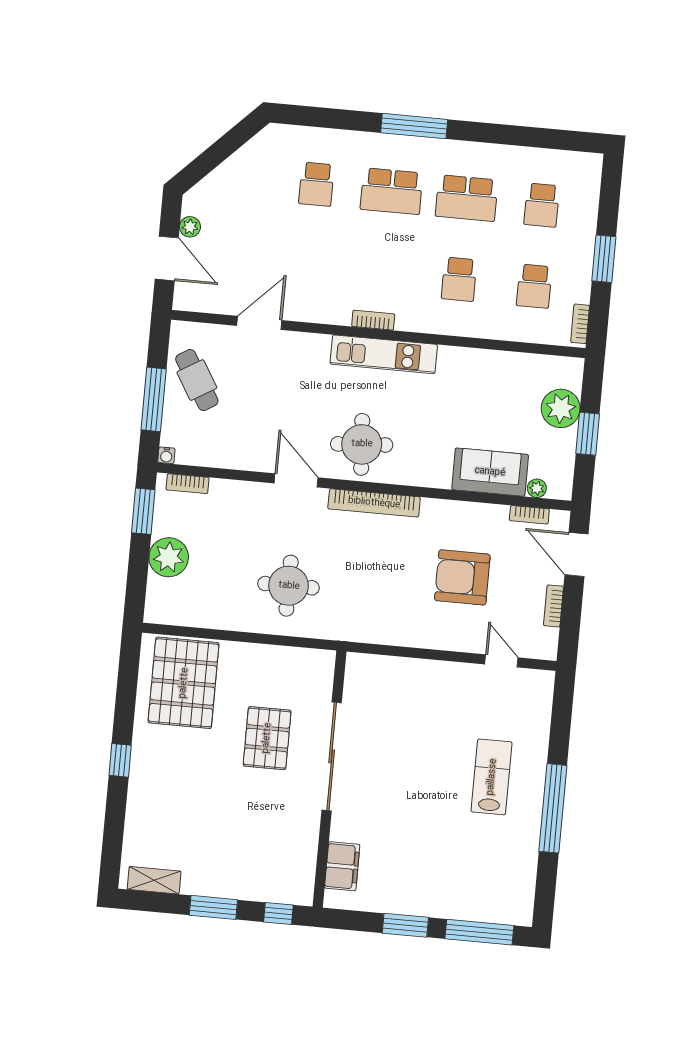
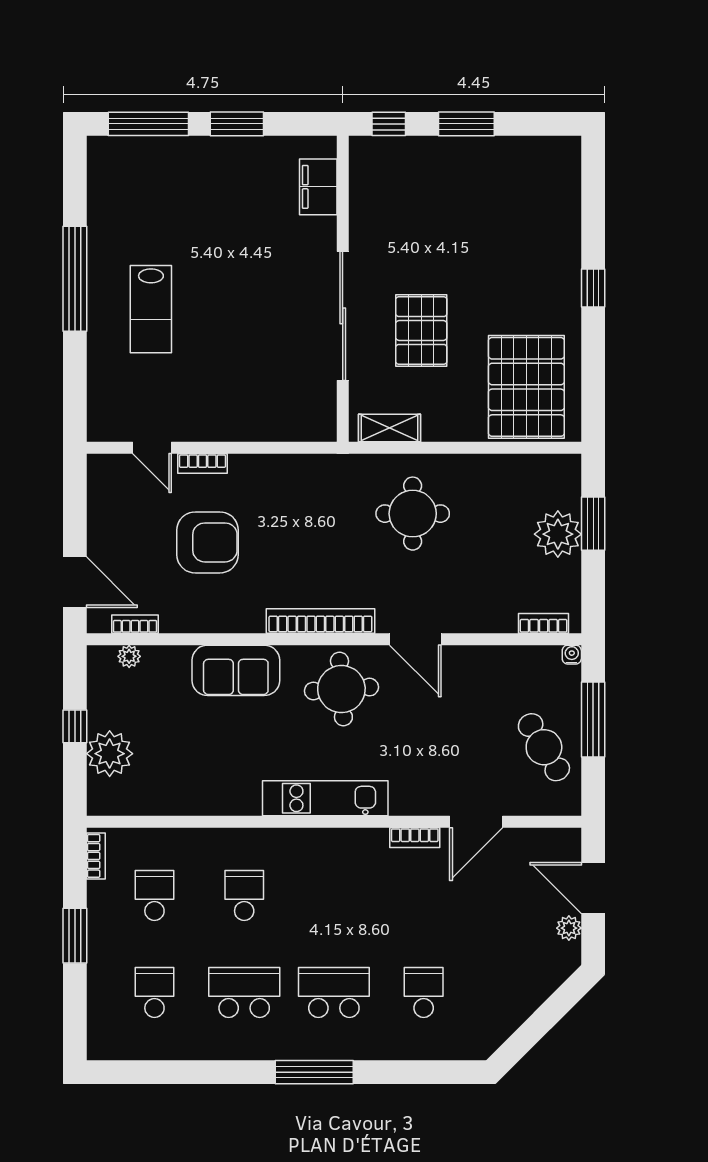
bookcase: (373, 320) -> (415, 838), moved
window: (588, 434) -> (75, 726), width x0.67
sofa: (490, 472) -> (236, 670), moved
window: (143, 511) -> (593, 524), moved
bookcase: (553, 606) -> (203, 464), moved, turned 90
shelving: (154, 880) -> (390, 428), moved

